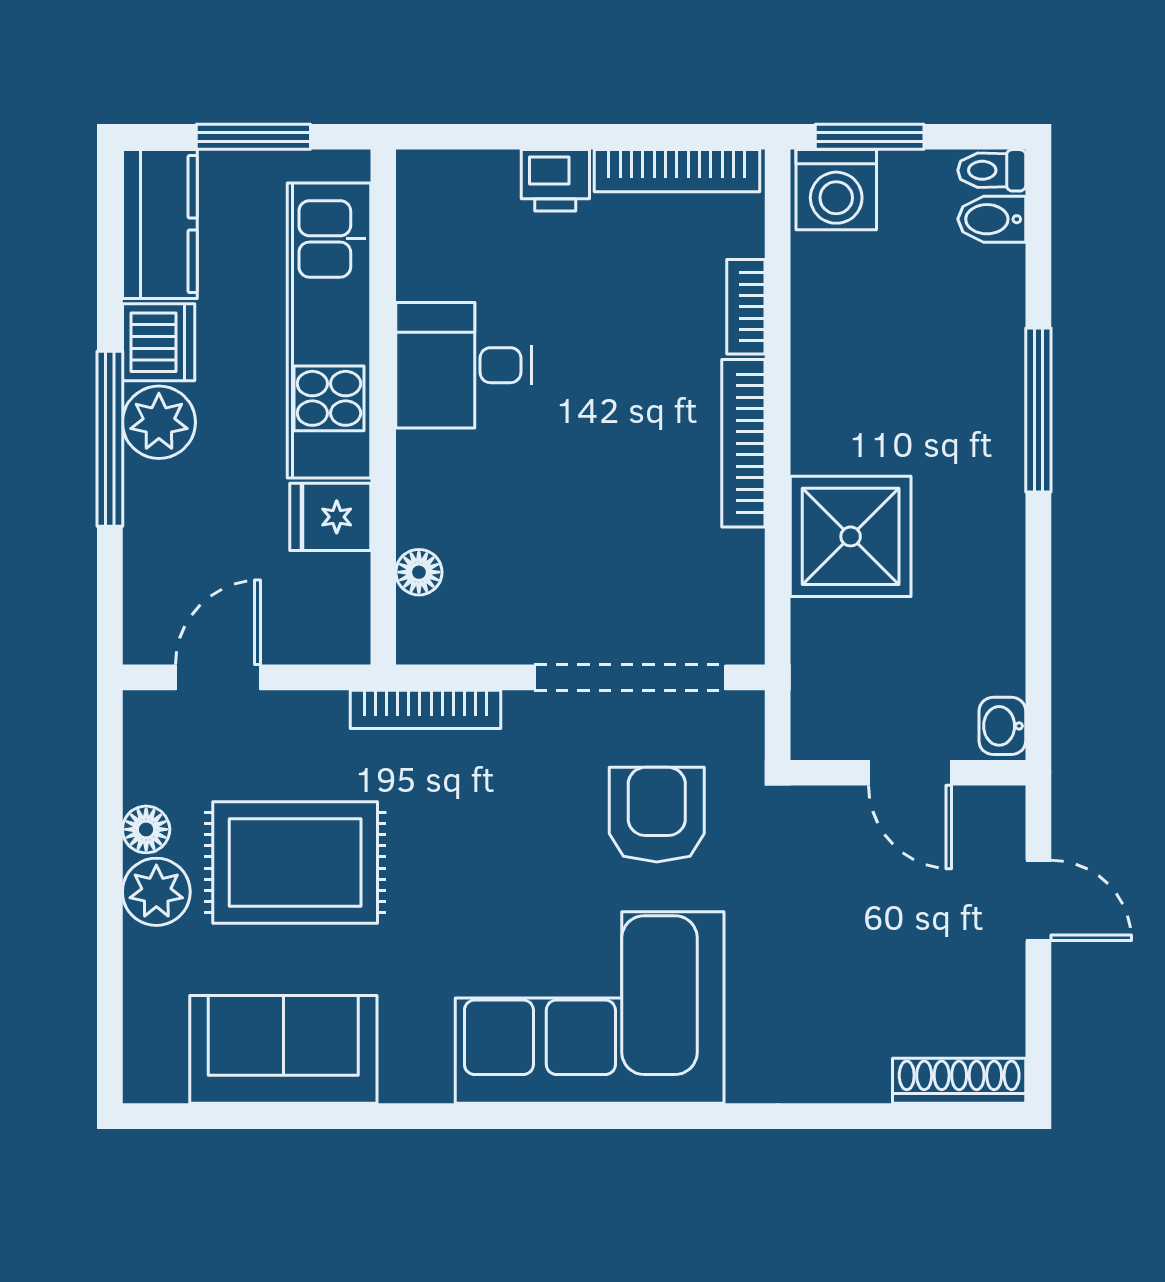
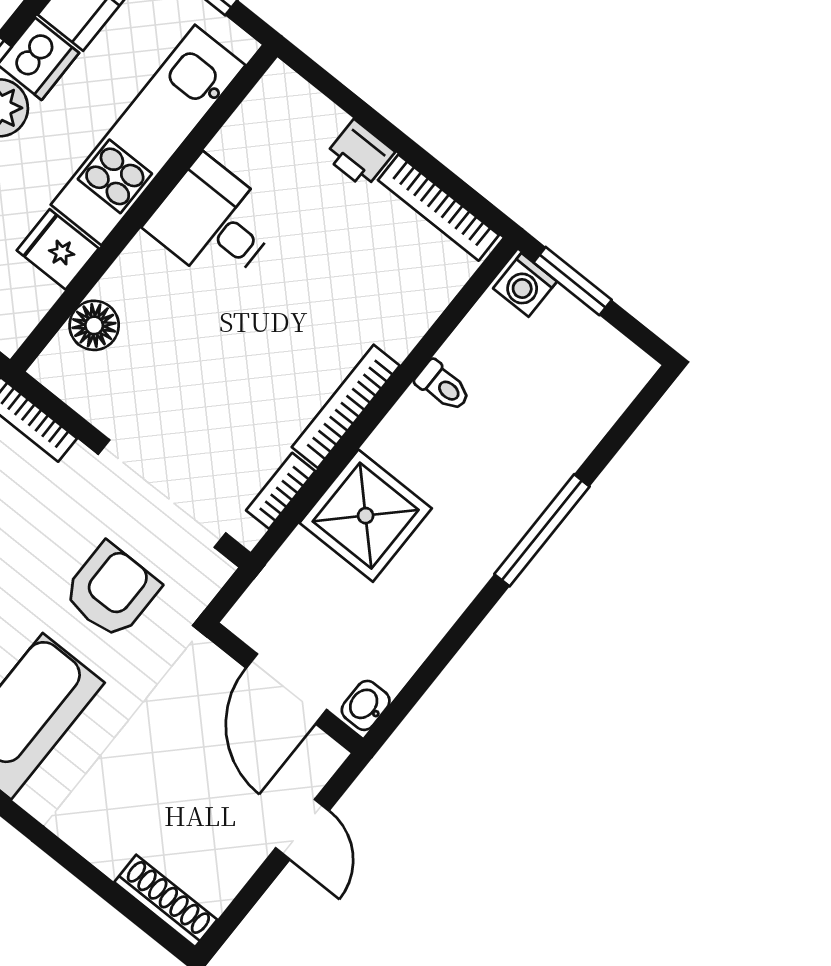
toilet: (992, 170) -> (443, 386), moved, turned 180
washing machine: (836, 190) -> (525, 285), width x0.73, depth x0.73
bidet: (992, 219) -> (607, 391), removed
bookcase: (746, 307) -> (281, 491), moved
floor lamp: (419, 572) -> (94, 325), width x1.37, depth x1.37
door: (910, 773) -> (286, 689), width x1.38

